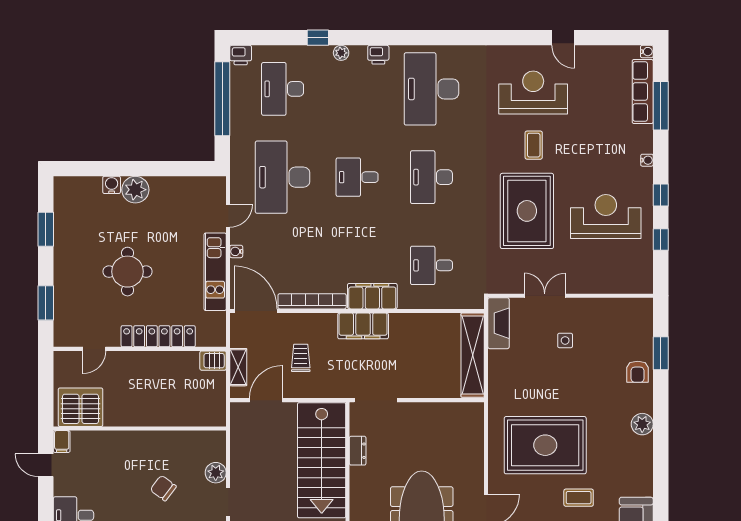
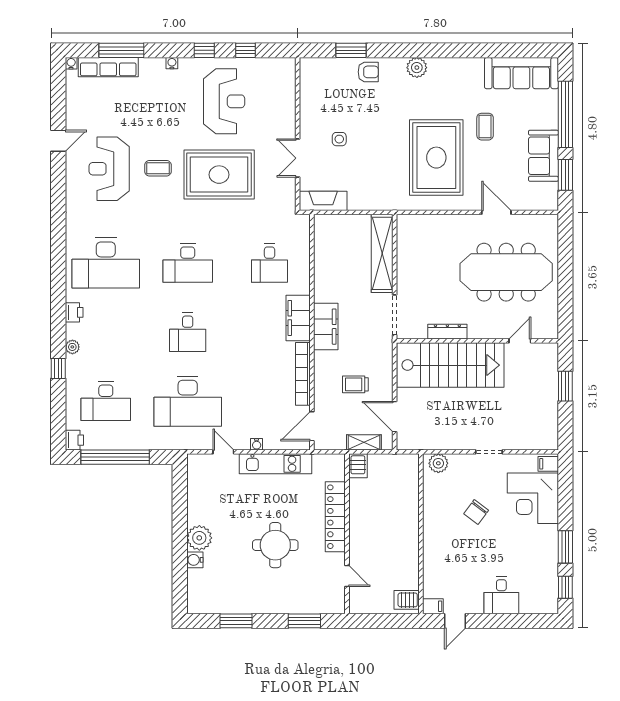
reception desk: (606, 216) -> (224, 101), turned 180
door: (256, 311) -> (312, 426), width x0.73
shelving: (473, 355) -> (382, 253), moved, turned 90
server rack: (81, 407) -> (407, 600), width x0.46, depth x0.70
dresser: (358, 451) -> (447, 332), width x1.44
plant: (216, 473) -> (438, 463), moved

